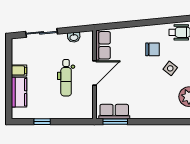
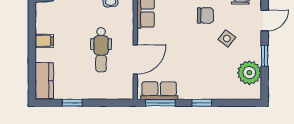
door: (94, 73) -> (135, 59), moved
kitchen counter: (19, 92) -> (44, 81), moved
window: (149, 122) -> (202, 103), added

